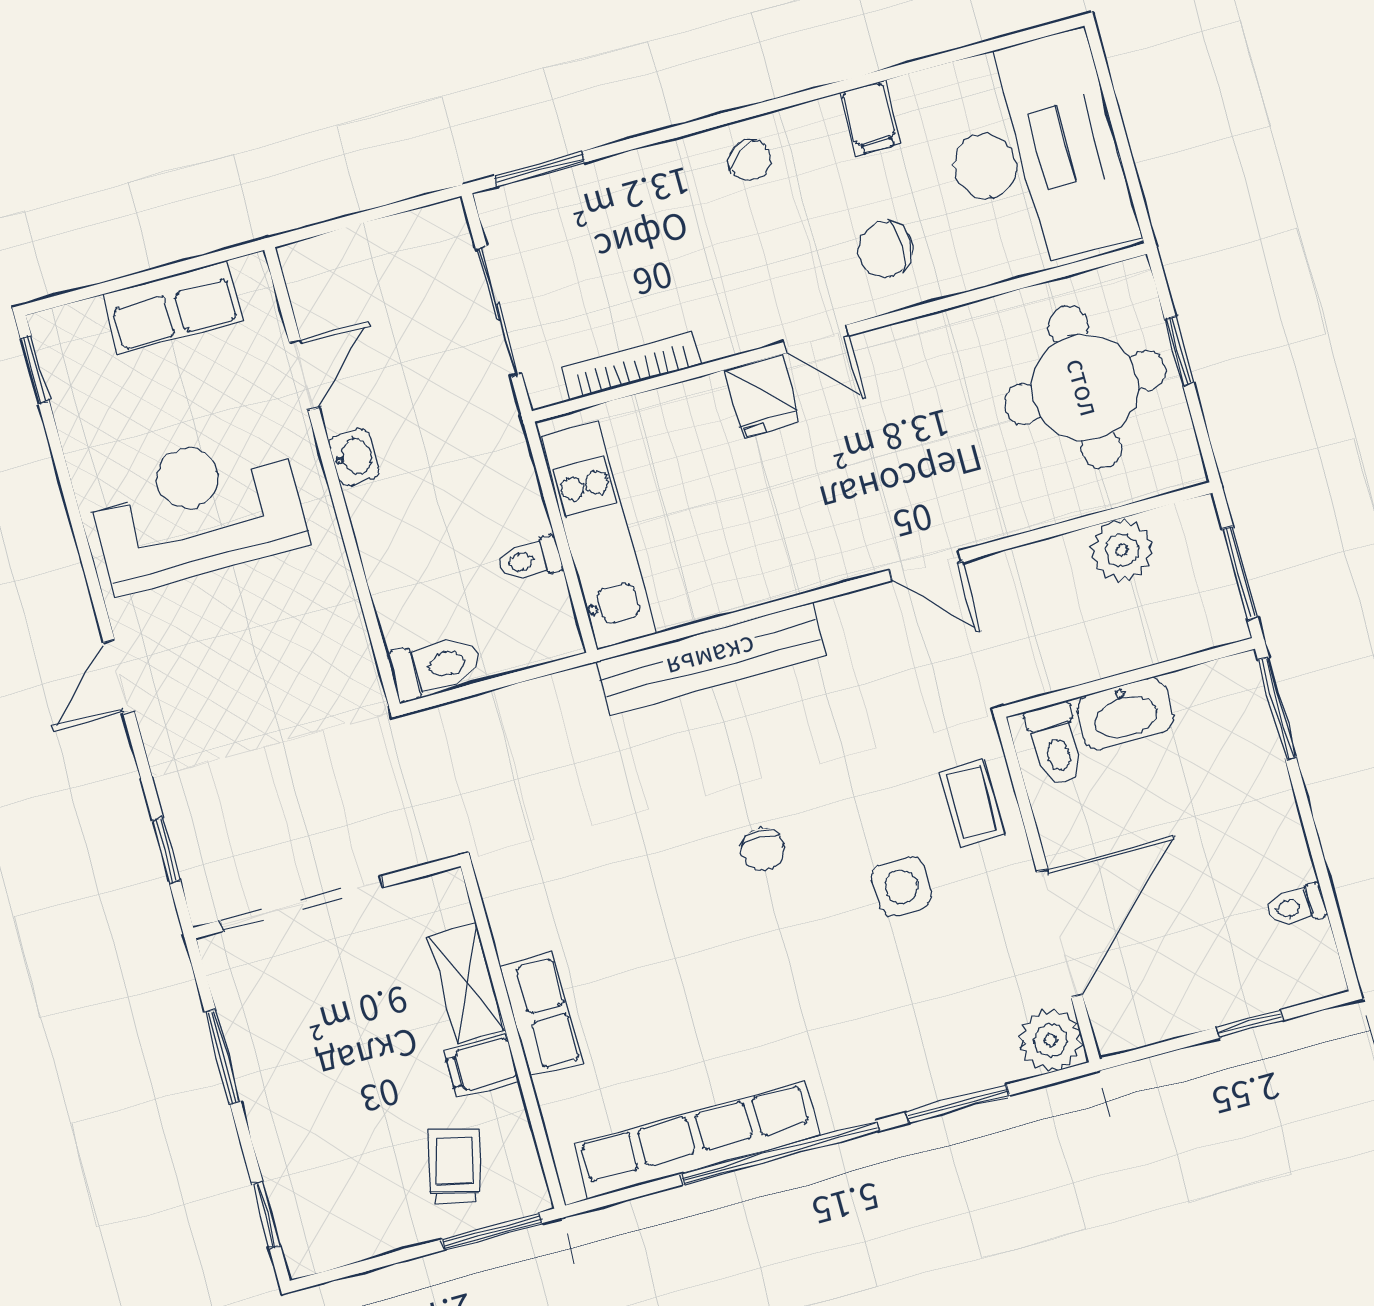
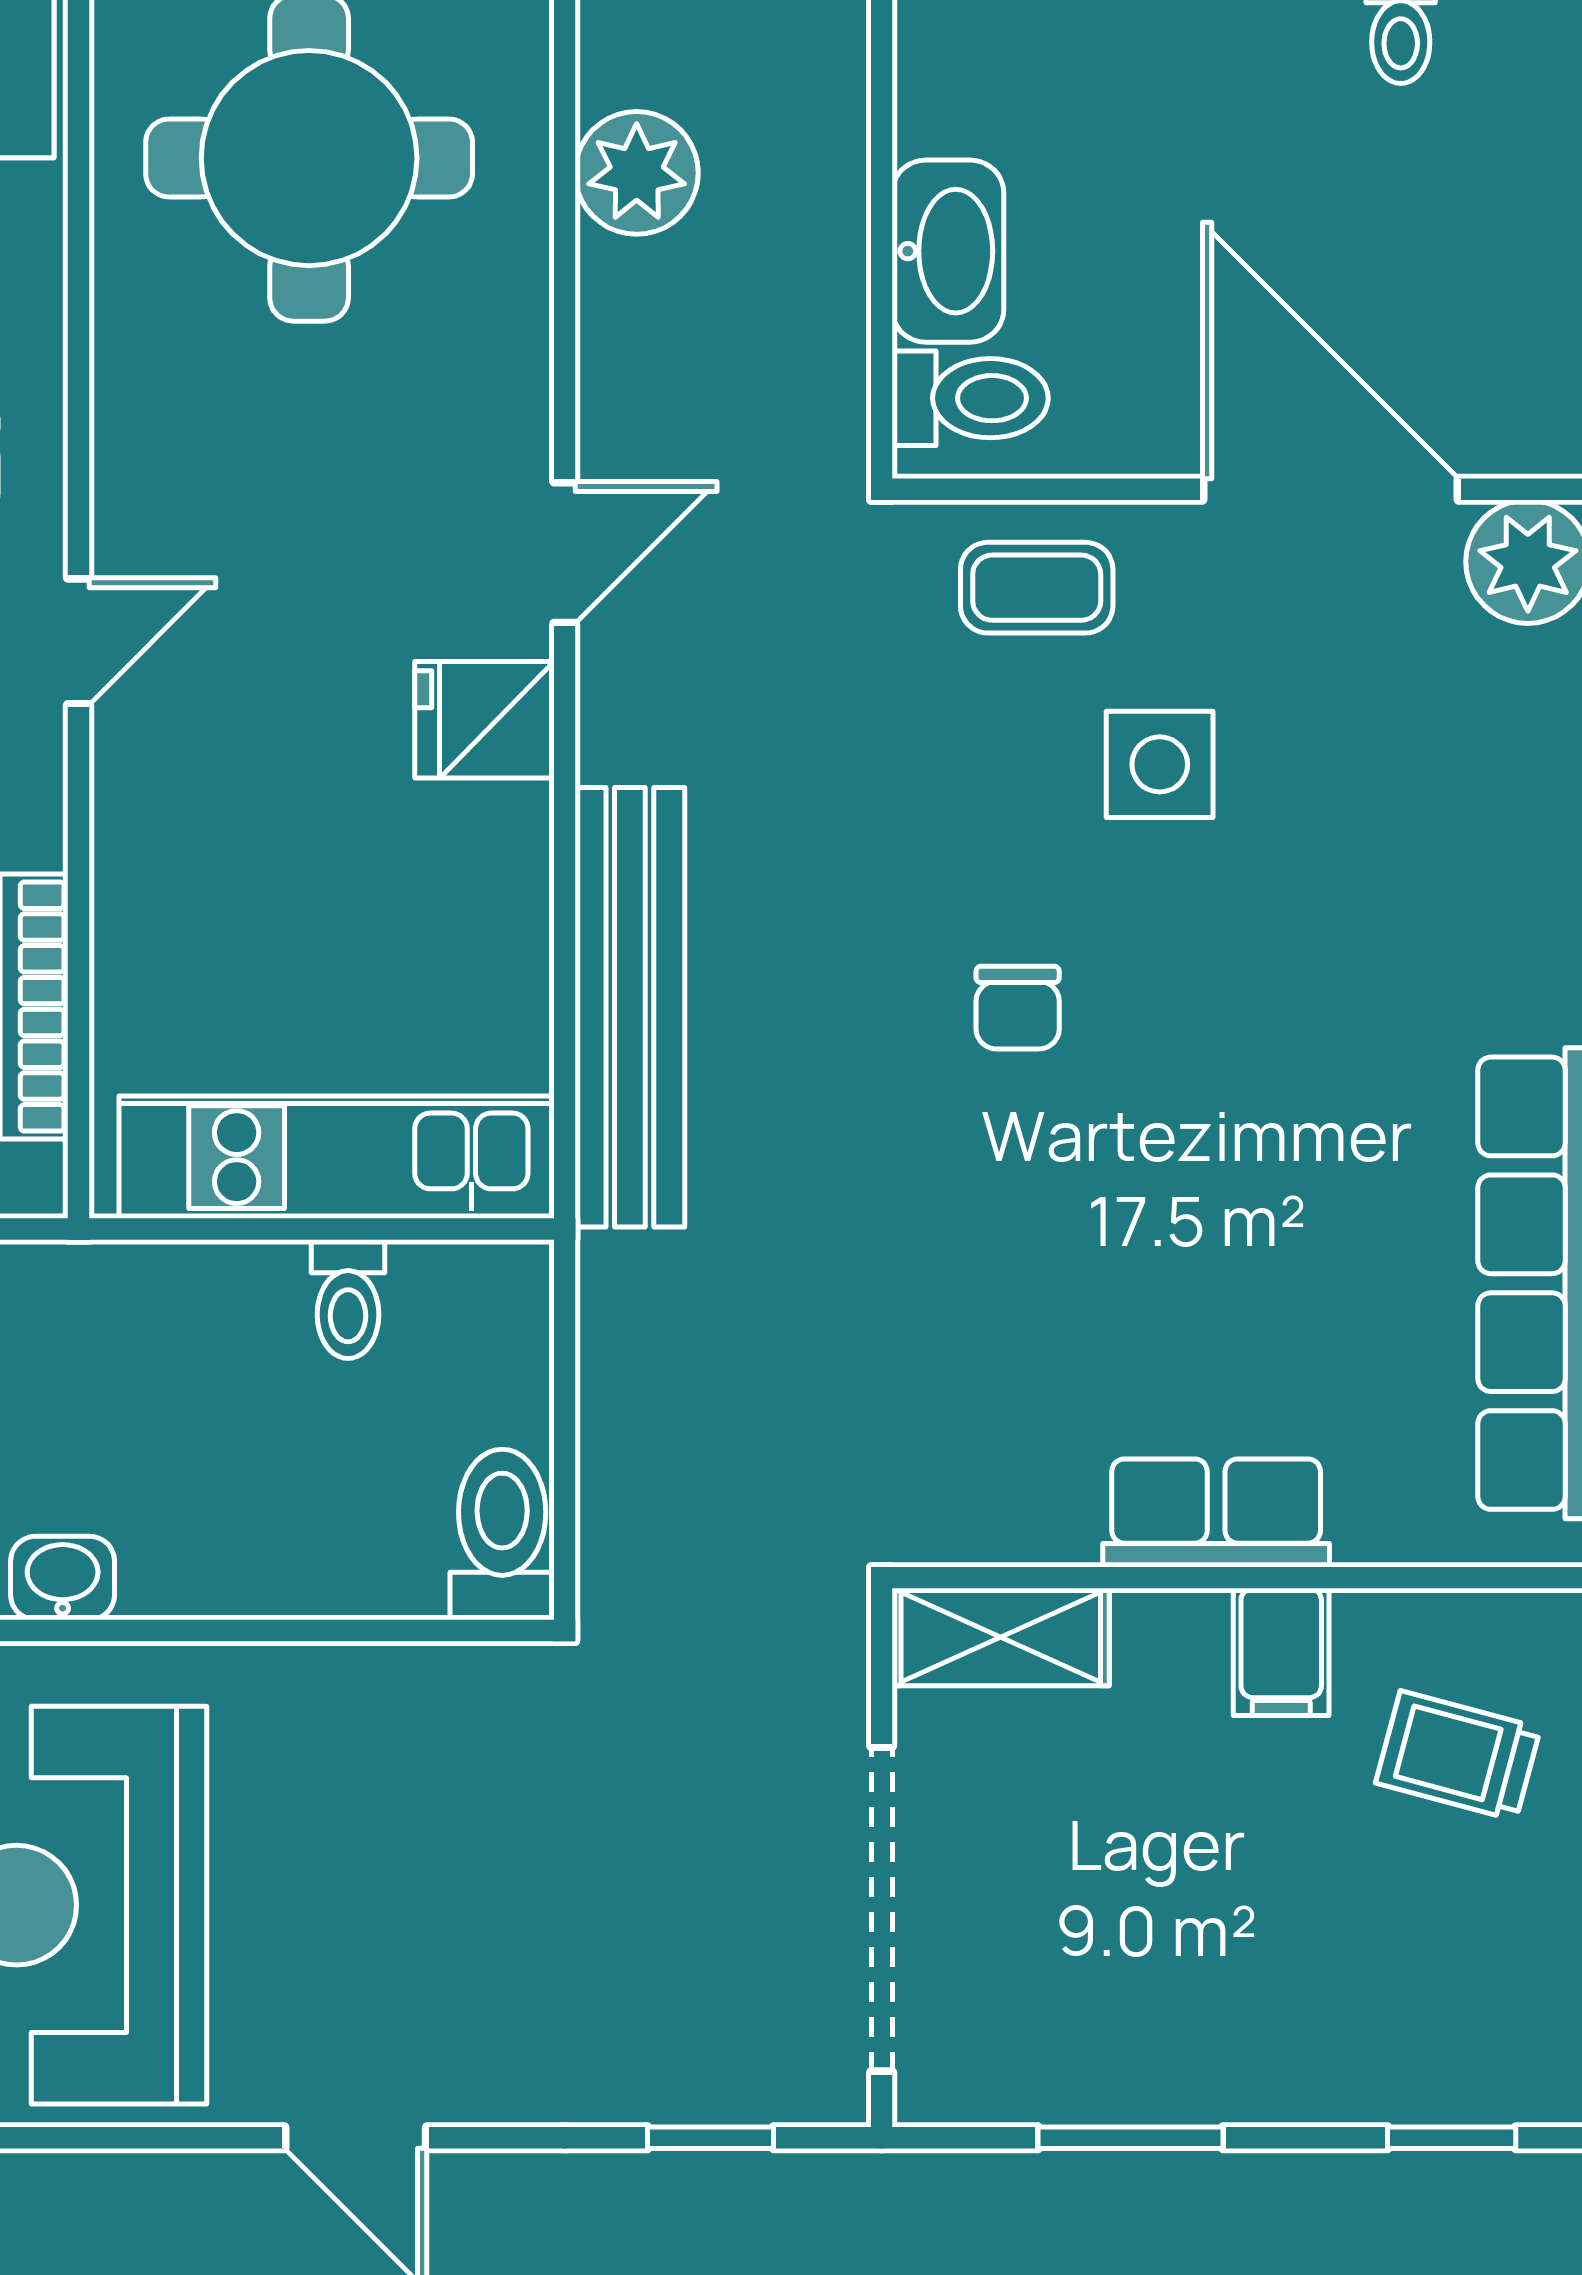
fridge: (762, 396) -> (484, 720), moved, turned 180
chair: (763, 849) -> (1018, 1008), turned 90
shelving: (467, 983) -> (1001, 1637), moved

